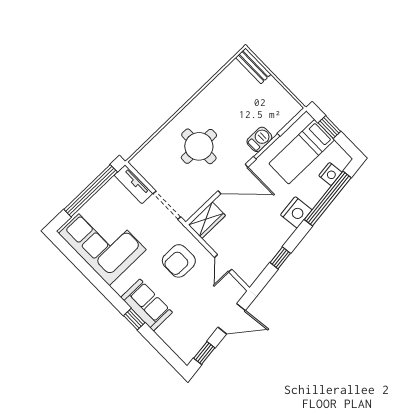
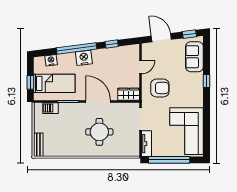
barbecue: (259, 139) -> (50, 108), moved
window: (328, 199) -> (77, 48), moved
sofa: (147, 305) -> (194, 57), moved

